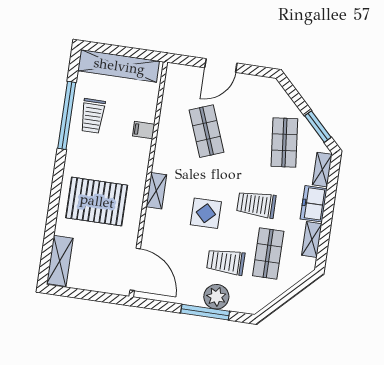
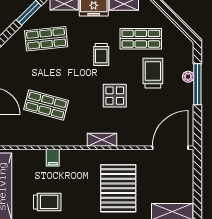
shop shelf: (207, 131) -> (46, 105), turned 36
trolley: (256, 204) -> (101, 54), width x0.73, depth x0.72
trolley: (226, 262) -> (153, 73), turned 180
plant: (216, 297) -> (188, 77), width x0.53, depth x0.53

